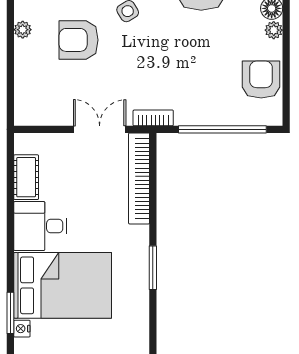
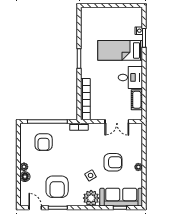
armchair: (261, 80) -> (44, 142), moved
double door: (100, 129) -> (117, 122), moved
bed: (63, 285) -> (120, 50), width x0.67

